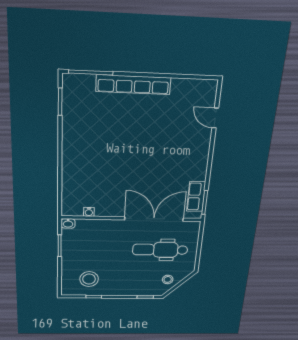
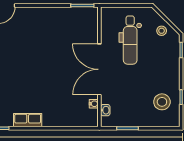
row of seats: (196, 197) -> (28, 120), moved, turned 180
double door: (154, 219) -> (99, 69), moved
washbasin: (68, 223) -> (105, 110), moved

